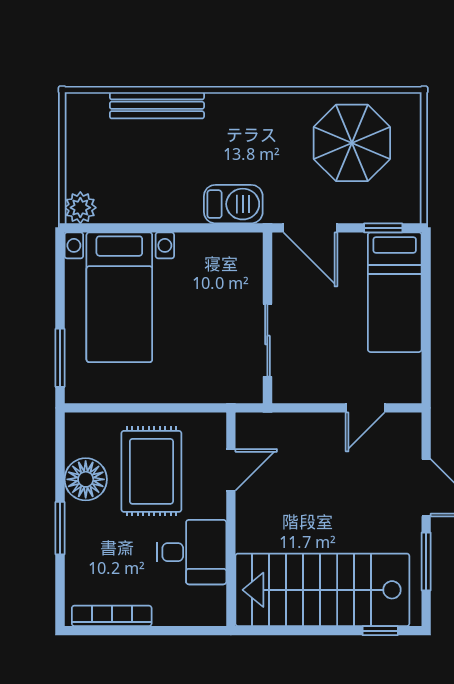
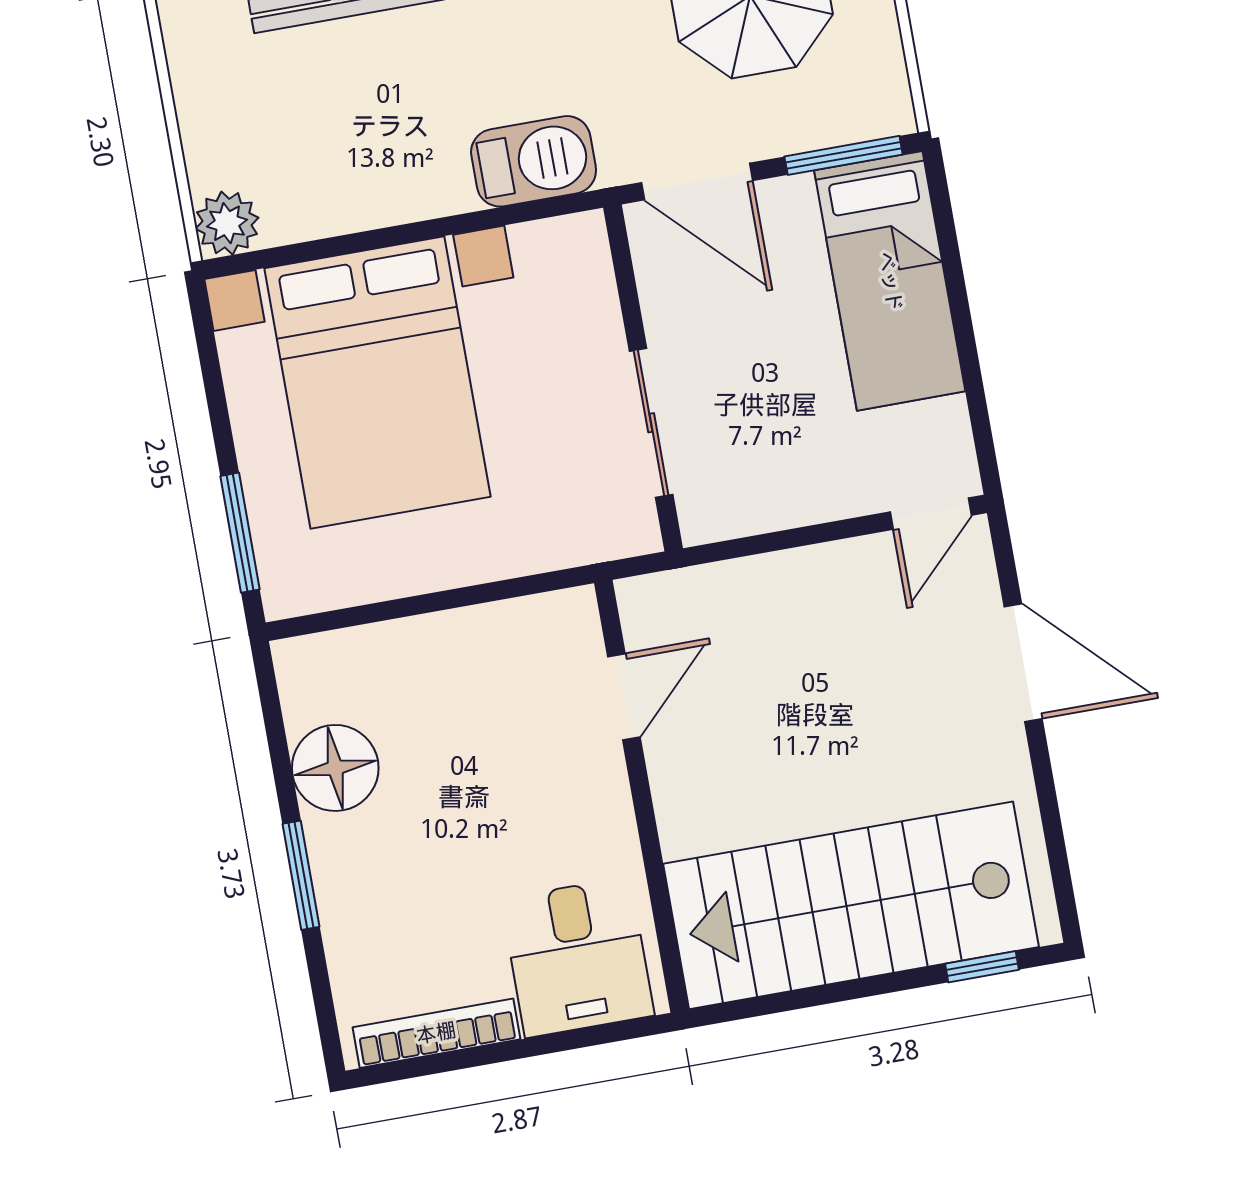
window: (383, 228) -> (844, 155), width x1.50
bed with nightstands: (119, 297) -> (377, 383), width x1.36
door: (365, 408) -> (931, 514), moved
rug: (151, 471) -> (465, 728), removed
desk: (192, 552) -> (578, 957), moved, turned 90
window: (426, 561) -> (1050, 811), removed

